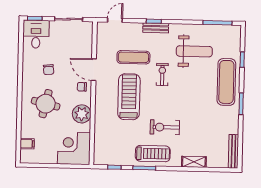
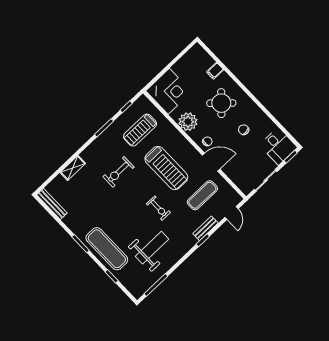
bench: (156, 28) -> (206, 228), moved
weight bench: (194, 51) -> (152, 248), turned 180
exercise mat: (133, 57) -> (202, 195), moved
round table: (46, 104) -> (221, 103), turned 30
exercise bike: (165, 127) -> (119, 172), turned 180
filing cabinet: (27, 144) -> (215, 71), moved
treadmill: (153, 154) -> (140, 130), moved

